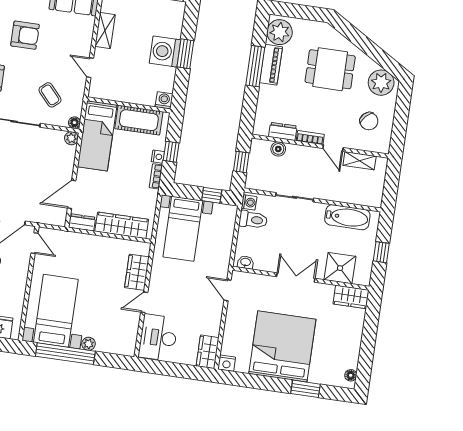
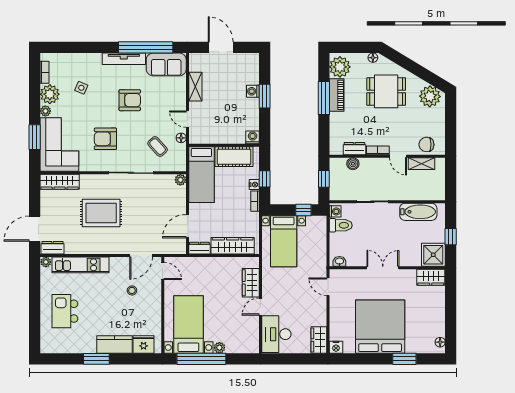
floor lamp: (320, 27) -> (373, 58), added
washing machine: (165, 51) -> (253, 91), width x0.53, depth x0.53
chair: (369, 121) -> (426, 144), moved, turned 136
floor lamp: (74, 123) -> (181, 138), moved
shower: (340, 268) -> (433, 255), moved

